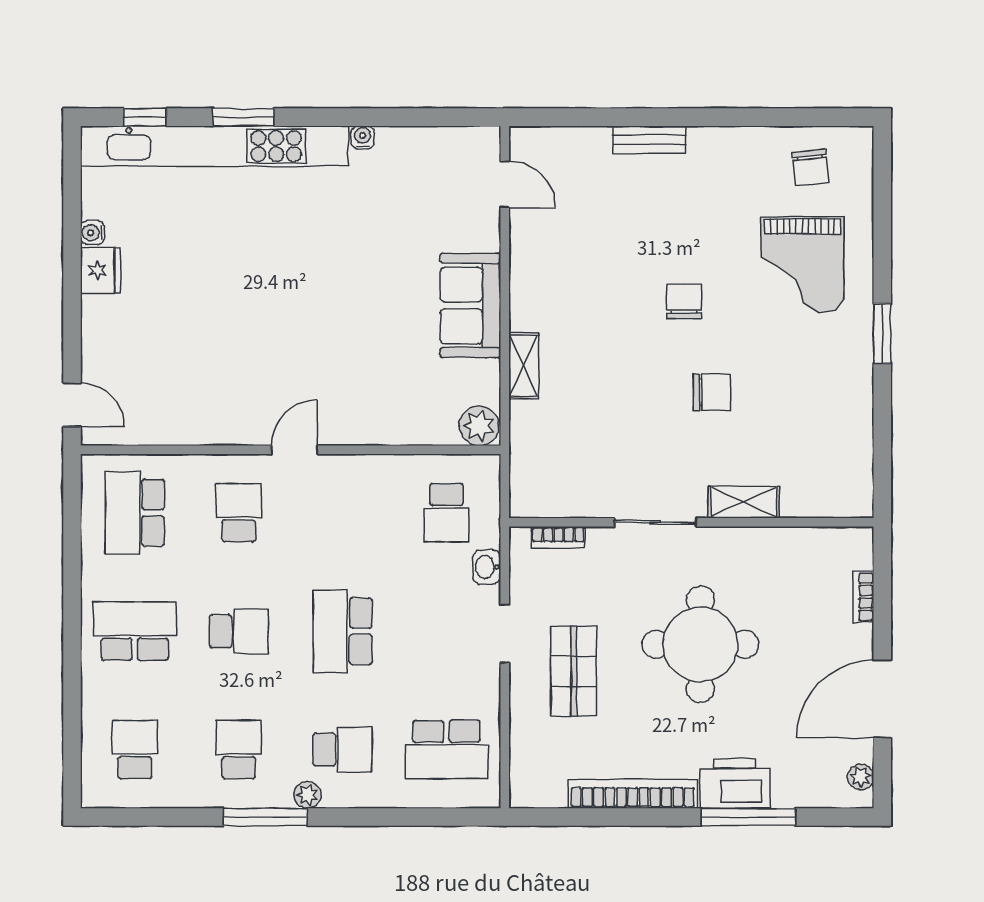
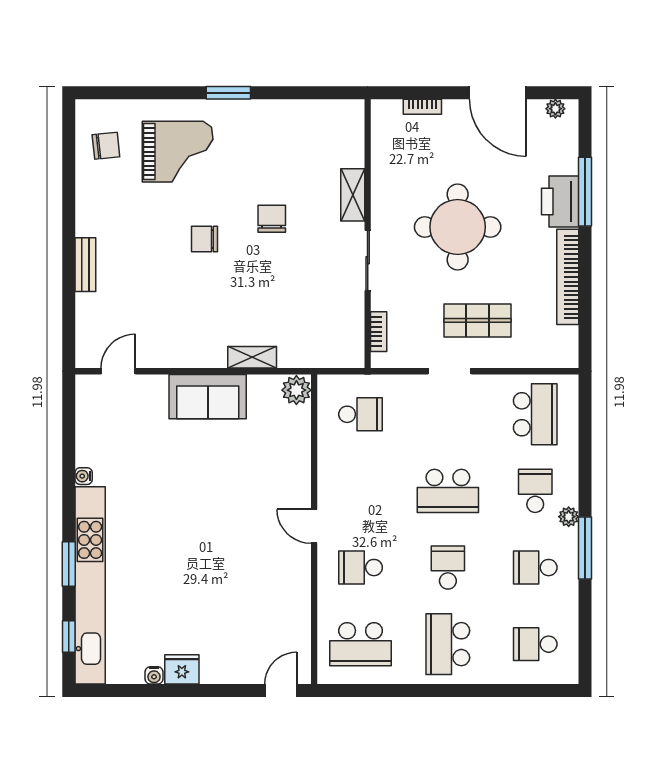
washbasin: (487, 567) -> (401, 385), removed

